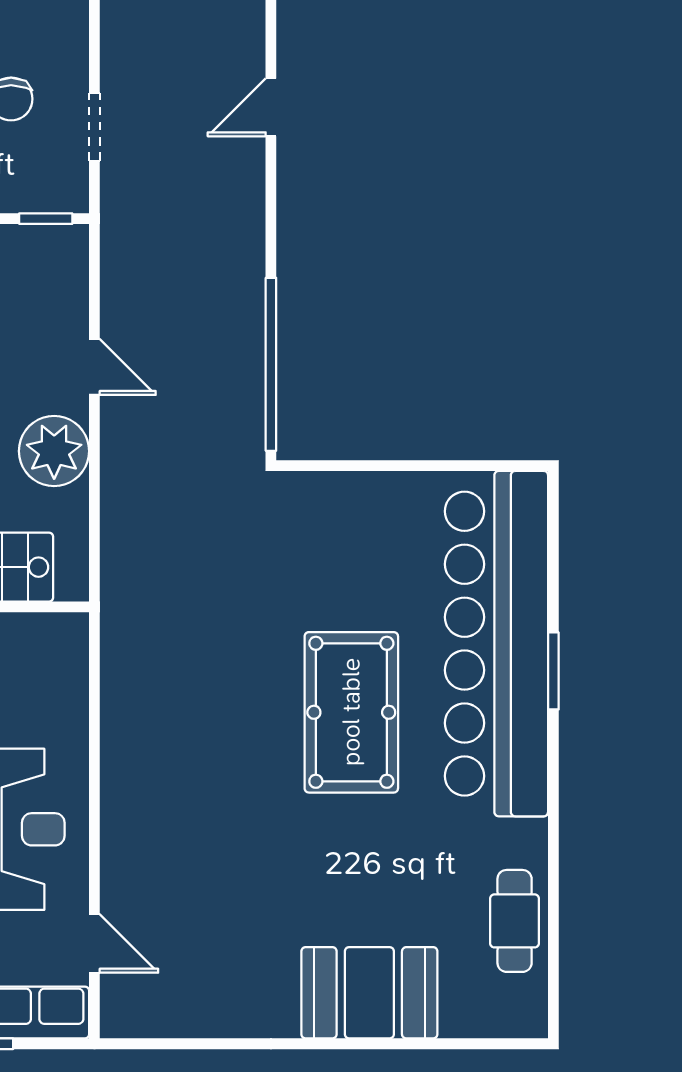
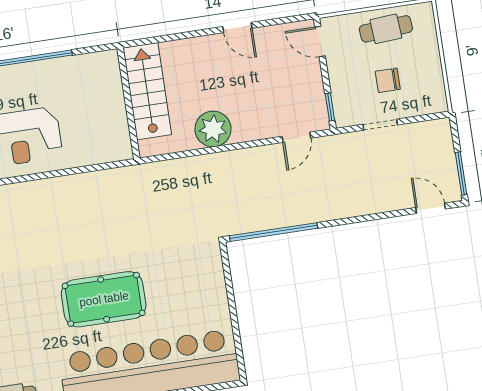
door: (271, 107) -> (431, 208), moved
door: (94, 367) -> (296, 137), moved

